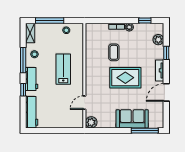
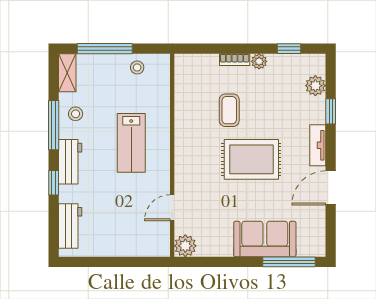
lab bench: (63, 69) -> (131, 143), turned 180
workbench: (32, 112) -> (70, 226), width x0.73

